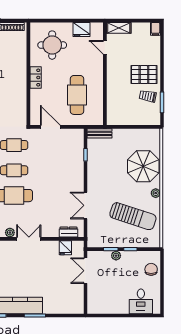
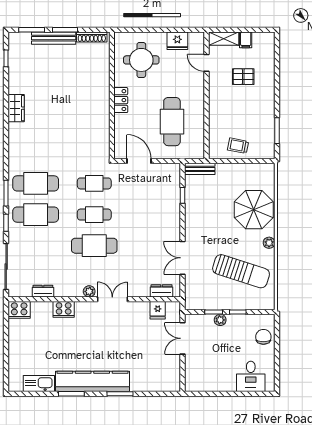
filing cabinet: (155, 29) -> (246, 40), moved
pallet: (144, 75) -> (243, 77), moved, width x0.67, depth x0.71
trolley: (148, 96) -> (238, 146), moved

